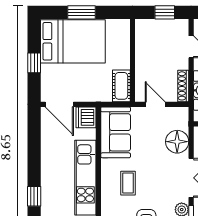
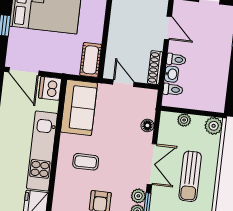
floor lamp: (177, 142) -> (147, 125), width x0.53, depth x0.53
coffee table: (128, 183) -> (86, 162), turned 90

